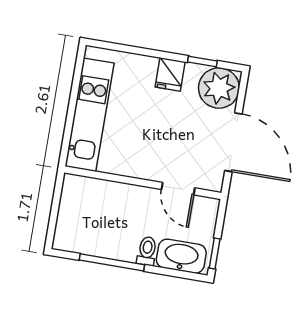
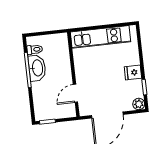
plant: (219, 88) -> (139, 104), width x0.53, depth x0.53
toilet: (147, 251) -> (35, 50), moved
washbasin: (181, 256) -> (37, 68), moved

